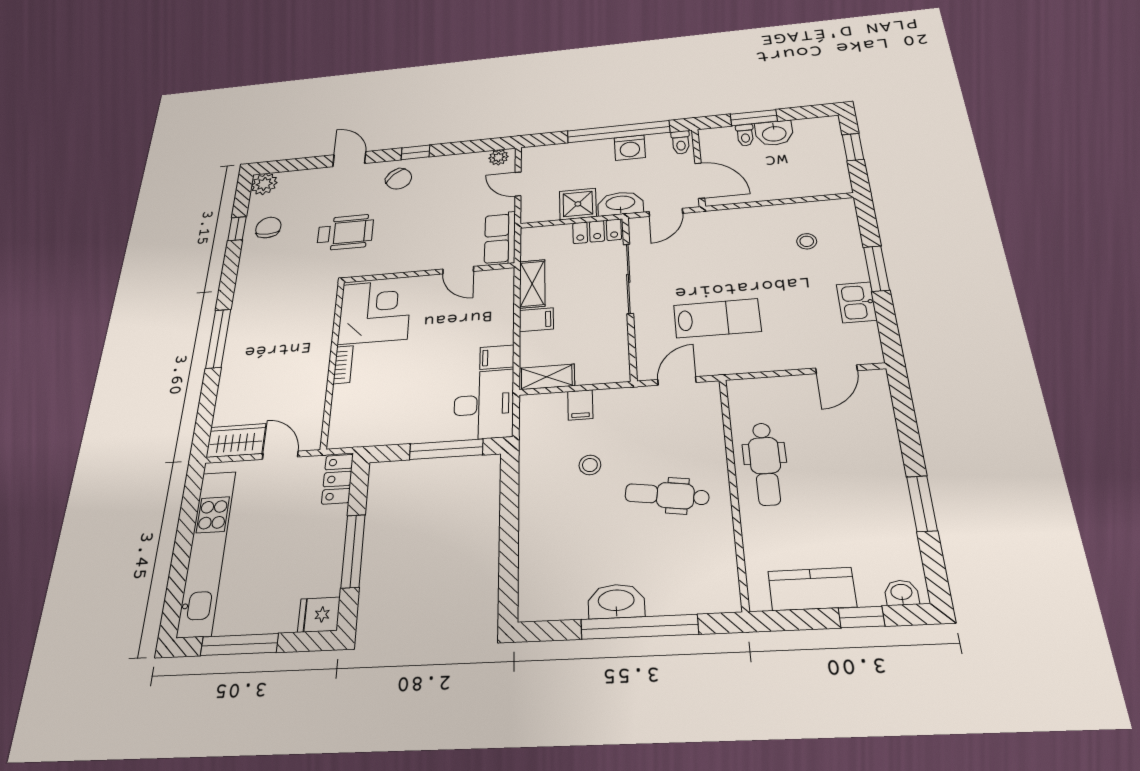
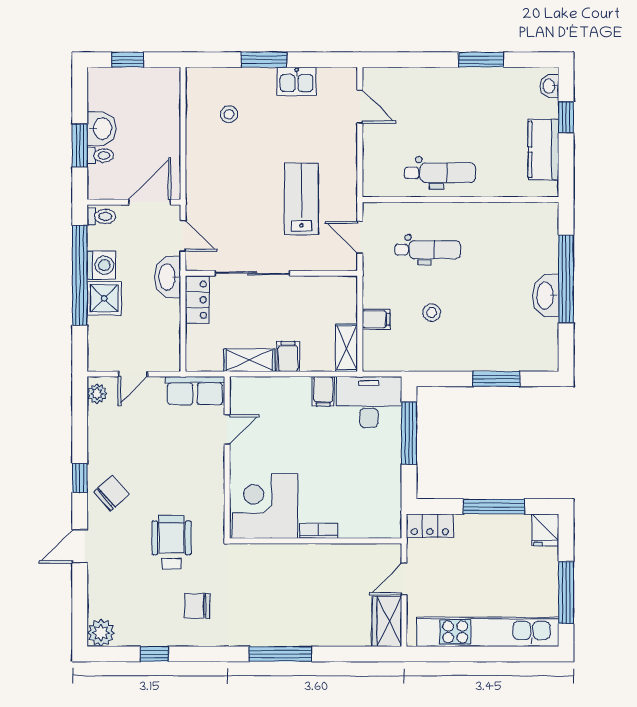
shower: (578, 204) -> (104, 298), moved
chair: (268, 228) -> (197, 606), moved
dental chair: (667, 495) -> (428, 250), moved, turned -98
window: (509, 545) -> (496, 379), added

